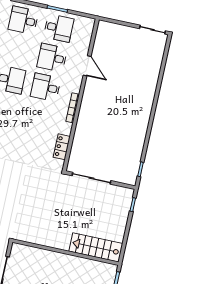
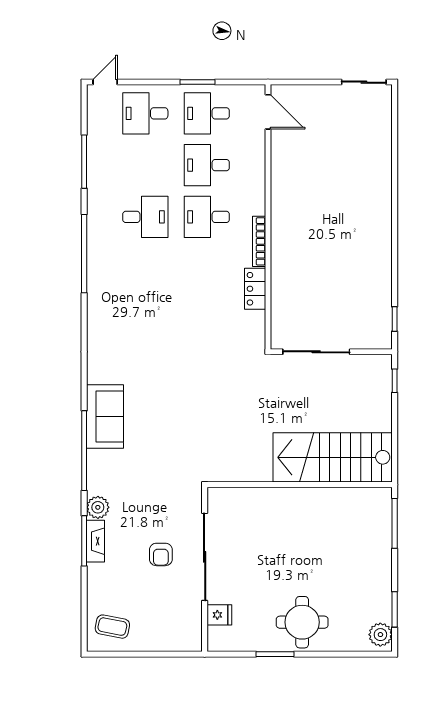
desk: (59, 28) -> (207, 113), turned 180
door: (87, 66) -> (268, 112), moved
locker: (62, 147) -> (255, 289), moved
stairs: (96, 247) -> (333, 457), width x1.36, depth x1.51

